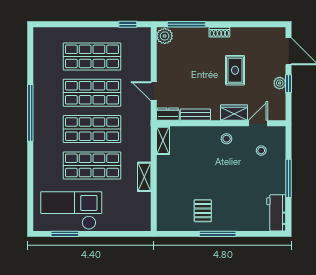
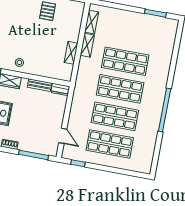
plant: (165, 36) -> (52, 149), removed
door: (154, 91) -> (63, 136), moved
shelving: (163, 140) -> (71, 53), moved
shelving: (144, 207) -> (92, 22), added
checkout: (71, 211) -> (147, 30), removed

